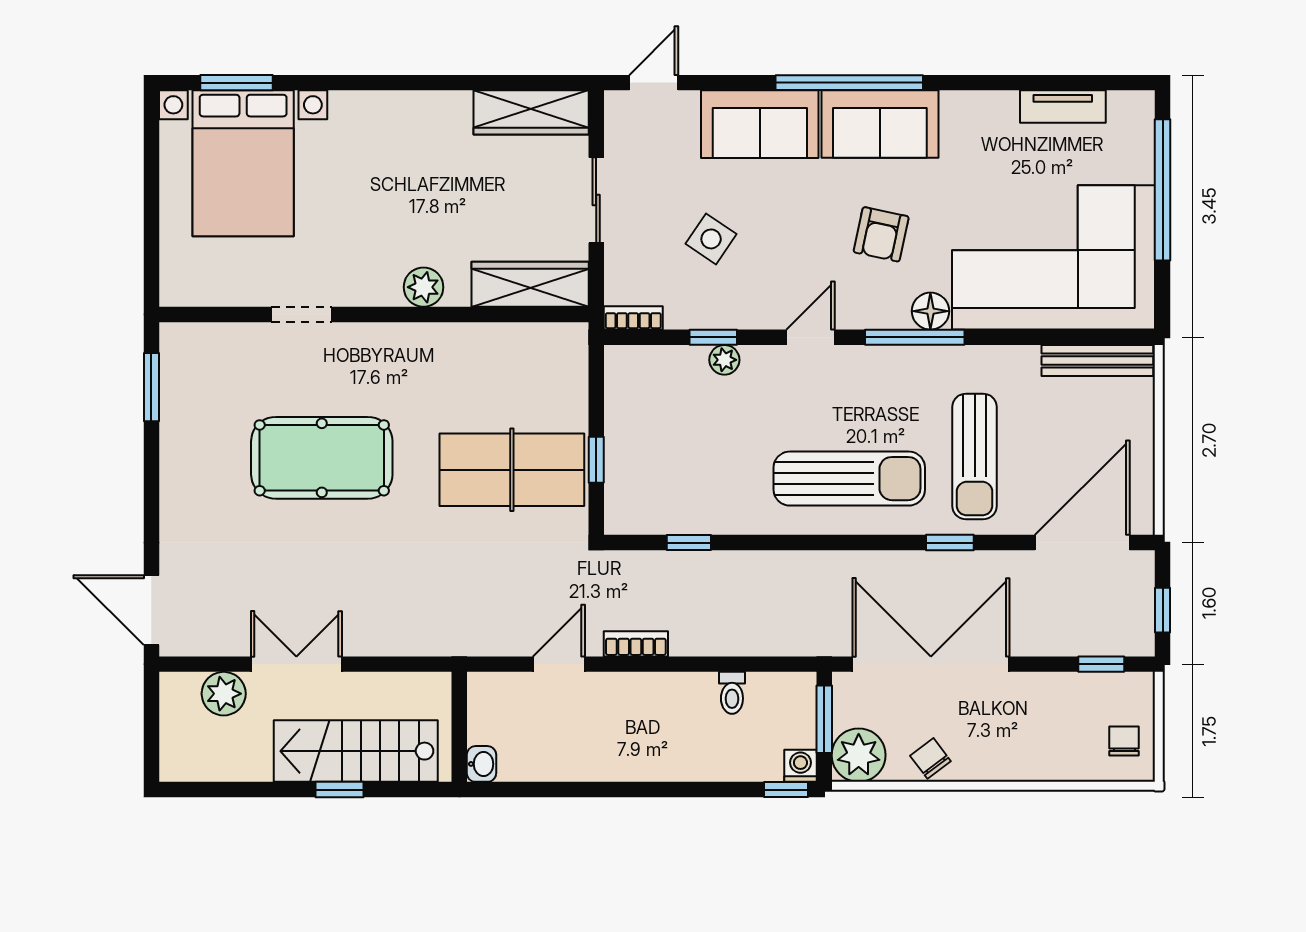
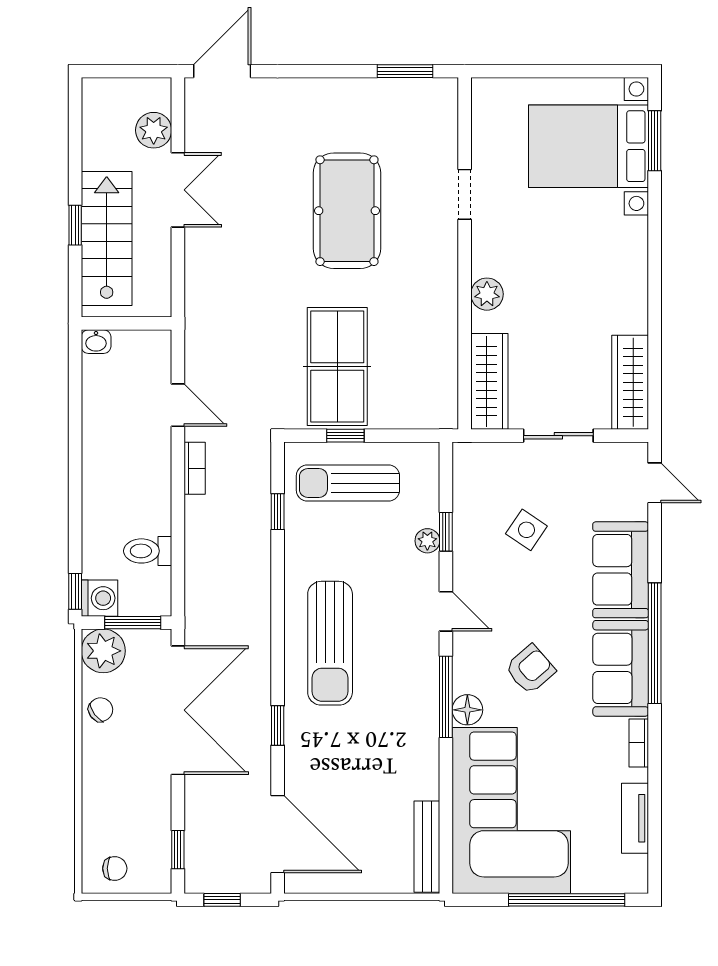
armchair: (881, 234) -> (530, 669), turned 127
bookcase: (633, 318) -> (639, 743), moved, turned 180
sun lounger: (975, 456) -> (348, 483), moved
toilet: (732, 693) -> (148, 551), width x1.37, depth x1.39
washing machine: (800, 766) -> (99, 598), width x1.38, depth x1.38

